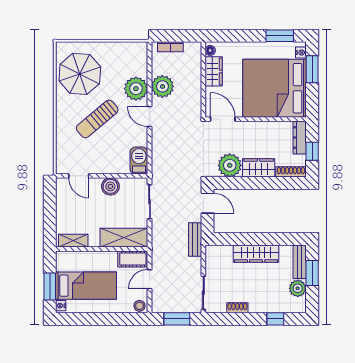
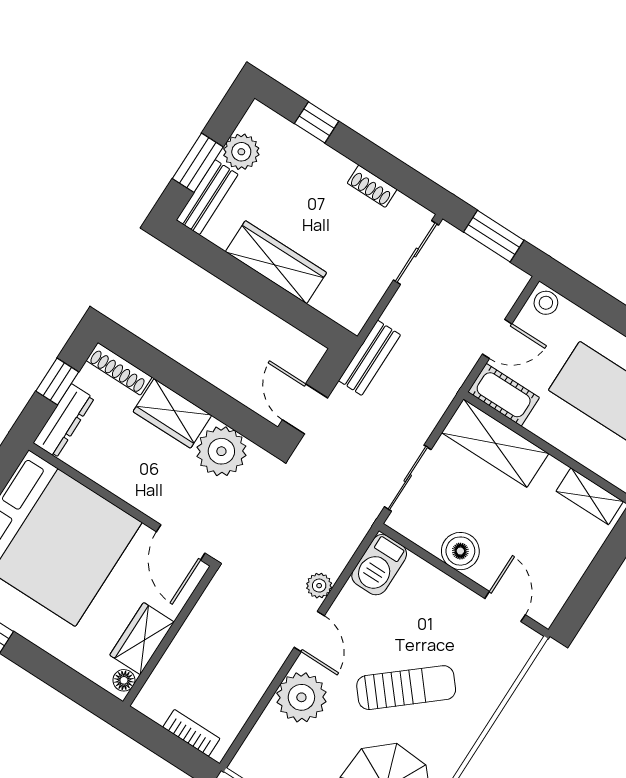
plant: (162, 86) -> (319, 586), moved, width x0.53, depth x0.53

